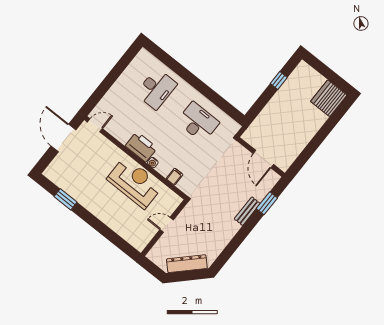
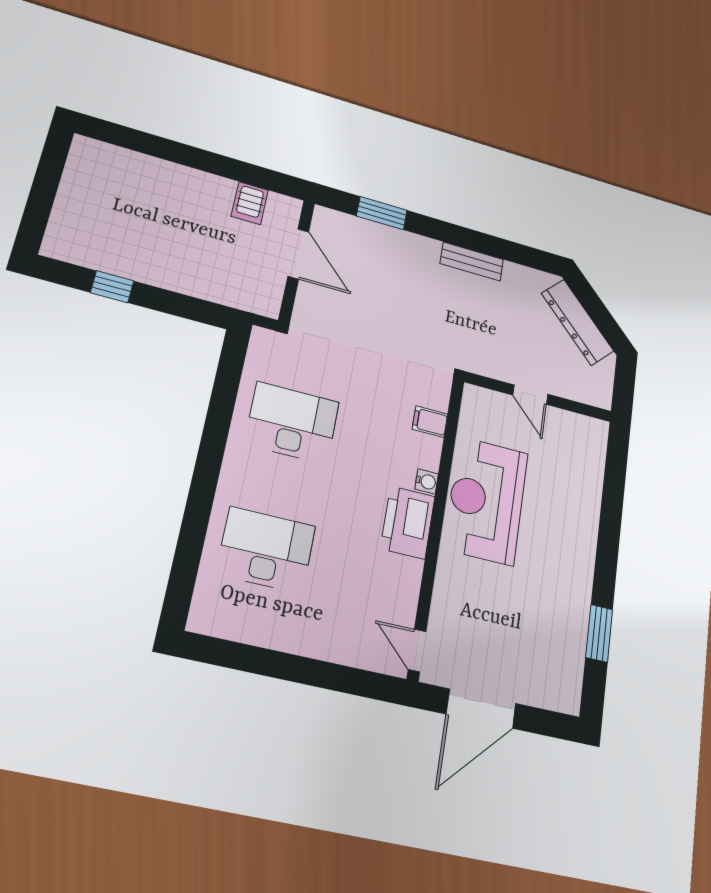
server rack: (329, 98) -> (250, 203), moved, width x0.46, depth x0.70
desk: (198, 122) -> (292, 423), turned 90
door: (263, 159) -> (298, 254), hinge flipped
bench: (247, 211) -> (472, 261), moved

